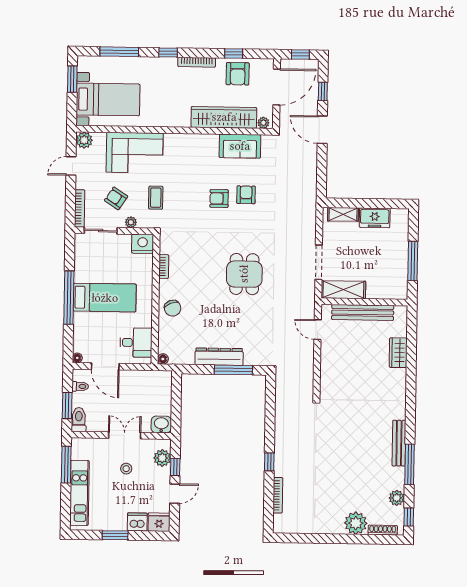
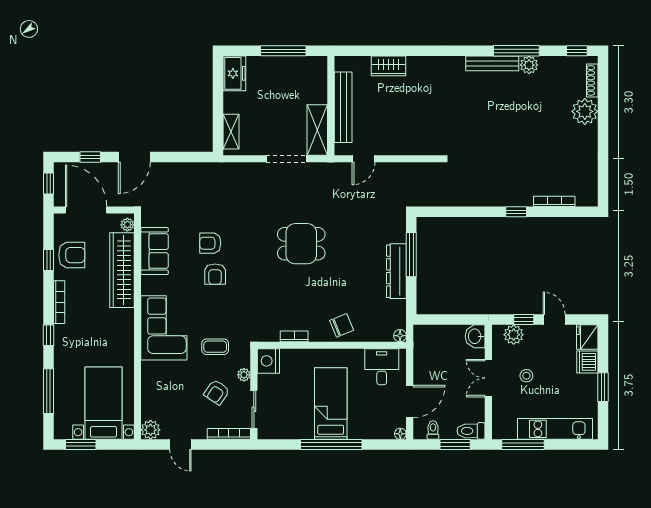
corner sofa: (135, 153) -> (164, 328), moved
freezer: (375, 218) -> (234, 73), moved
plant: (397, 498) -> (529, 65), moved

